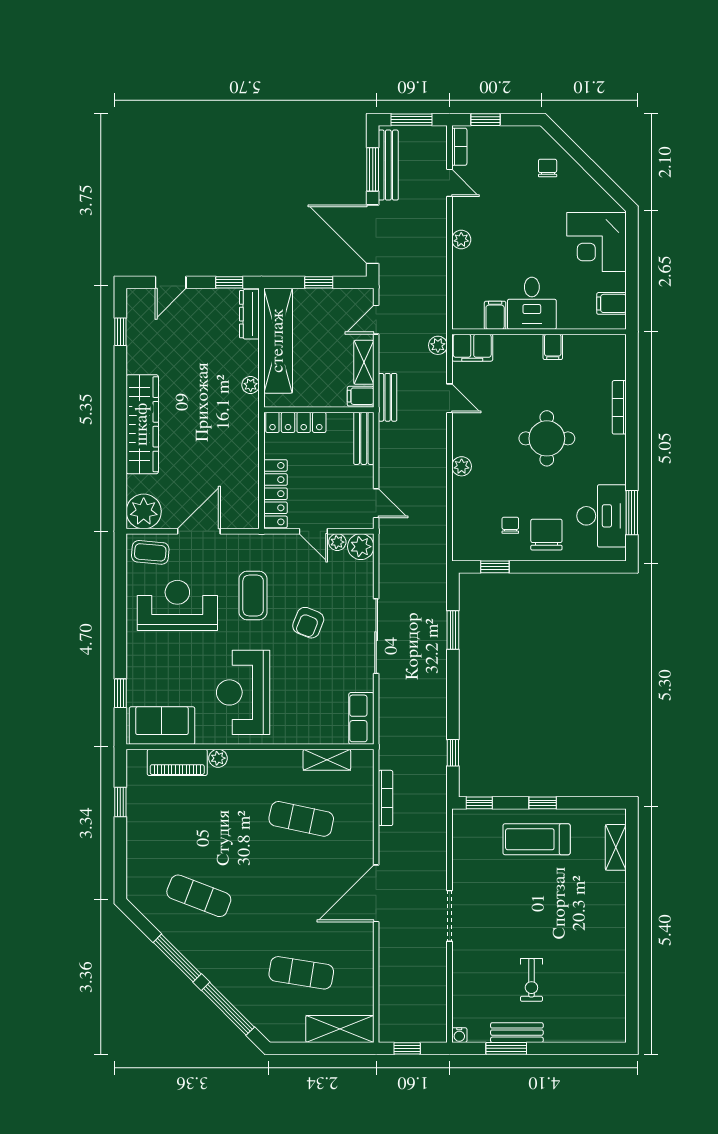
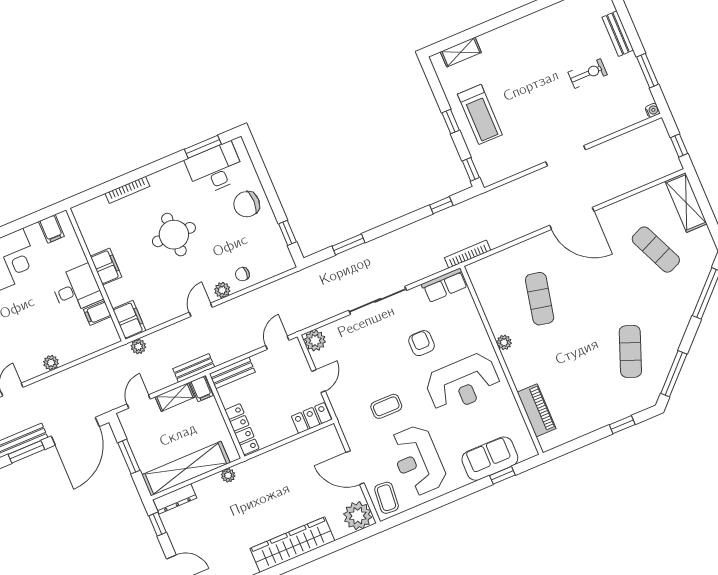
window: (319, 282) -> (129, 457), width x1.50
door: (376, 320) -> (139, 401), swing flipped
filing cabinet: (553, 347) -> (106, 267), width x2.00
door: (450, 398) -> (201, 310), moved
locker: (275, 494) -> (311, 418), width x0.66
chair: (510, 525) -> (242, 274), moved
plant: (337, 542) -> (319, 360), removed
coffee table: (253, 595) -> (386, 406), width x0.73, depth x0.77
armchair: (308, 623) -> (422, 343), moved, turned -112
sofa: (162, 726) -> (490, 459), moved, turned 90
plant: (218, 758) -> (504, 342), moved
shelving: (327, 760) -> (487, 298), removed
bookcase: (386, 798) -> (468, 254), moved
window: (120, 802) -> (622, 425), moved
window: (177, 958) -> (674, 374), moved
exercise mat: (301, 973) -> (656, 250), turned -33
bench: (517, 1033) -> (618, 34), moved

